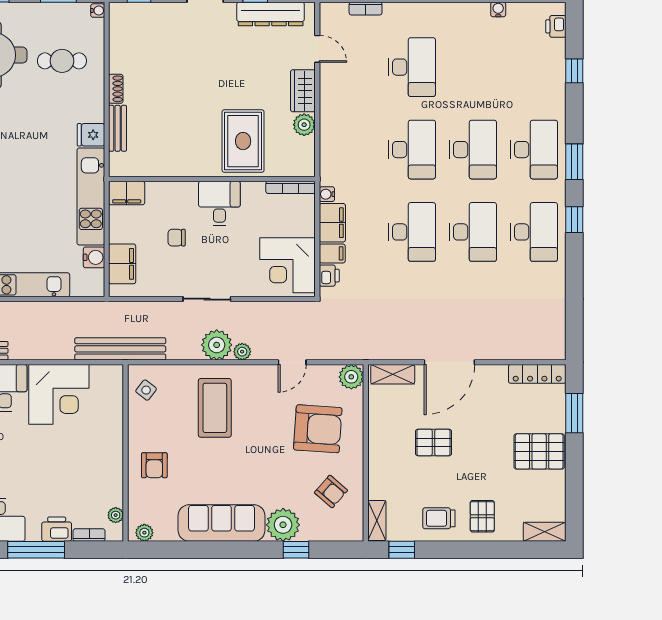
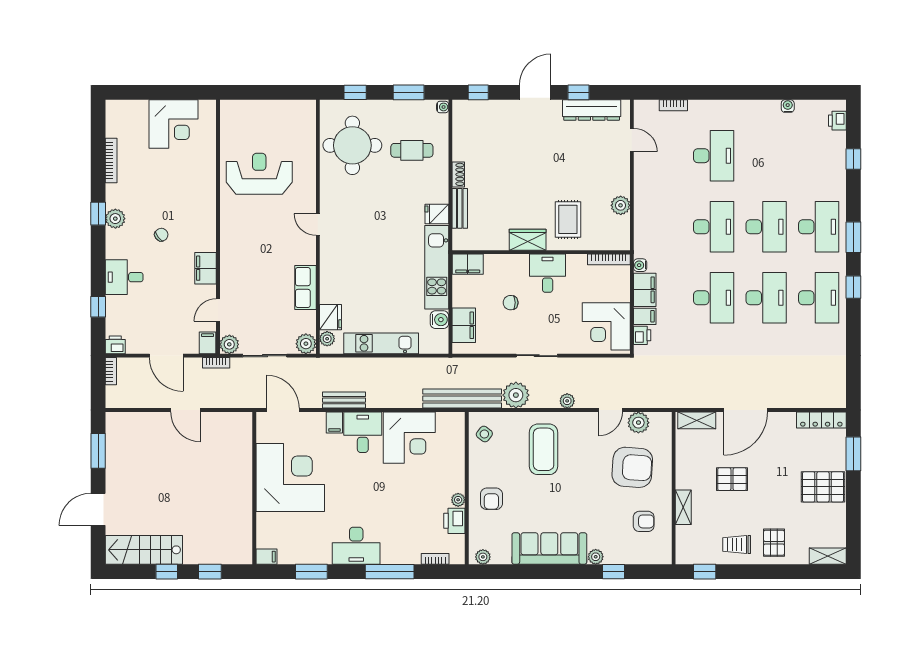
wardrobe: (303, 91) -> (528, 240), moved, turned 90
rug: (243, 141) -> (568, 219), width x0.73, depth x0.70
plant: (217, 345) -> (516, 395), moved
plant: (351, 377) -> (638, 423), moved
armchair: (331, 492) -> (644, 521), turned -41
plant: (116, 515) -> (458, 500), moved
shelving: (377, 521) -> (683, 507), moved
plant: (283, 525) -> (596, 557), width x0.53, depth x0.53
printer: (57, 529) -> (454, 521), moved, turned -90

